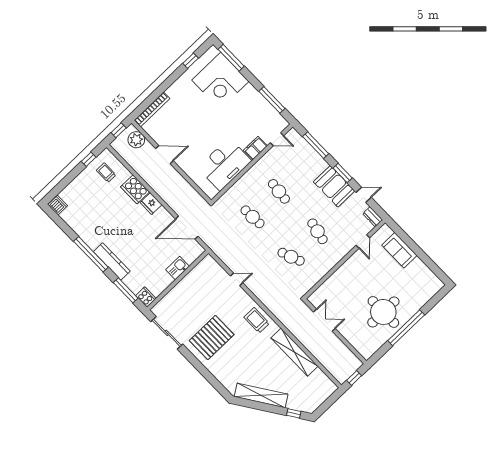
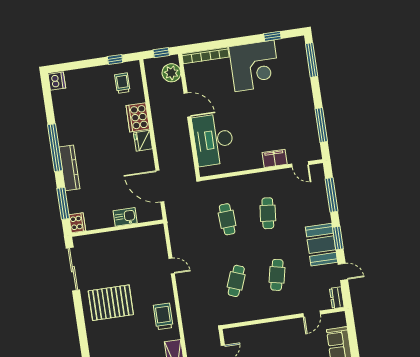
corner desk: (220, 81) -> (254, 66), moved, turned -90
desk: (225, 164) -> (213, 140), moved, turned 90
cafe table: (291, 257) -> (236, 281), turned 42

